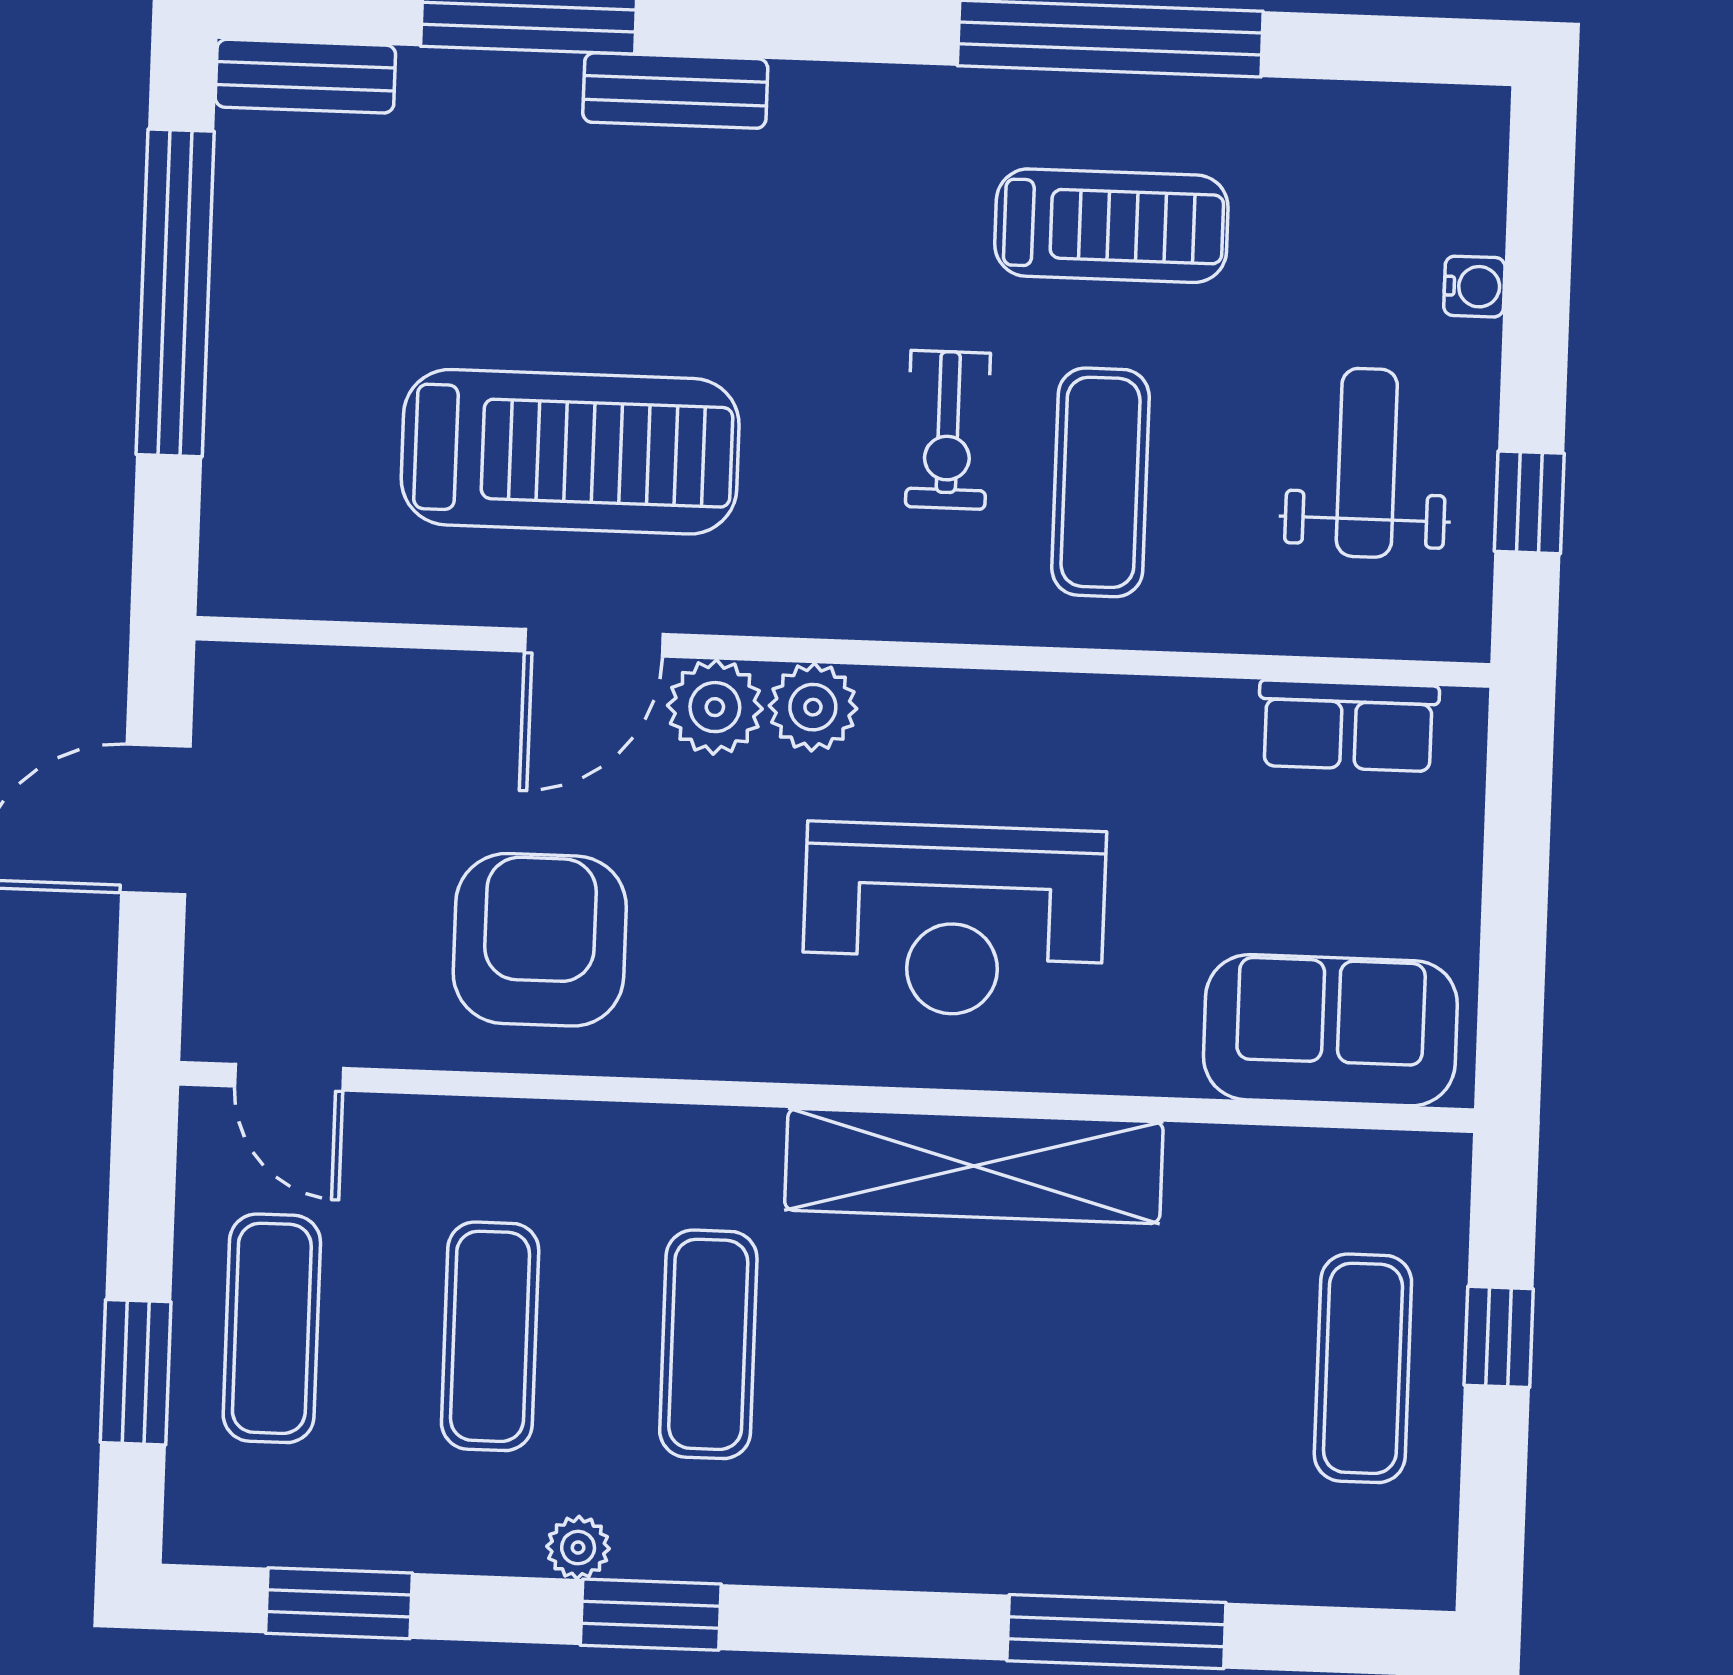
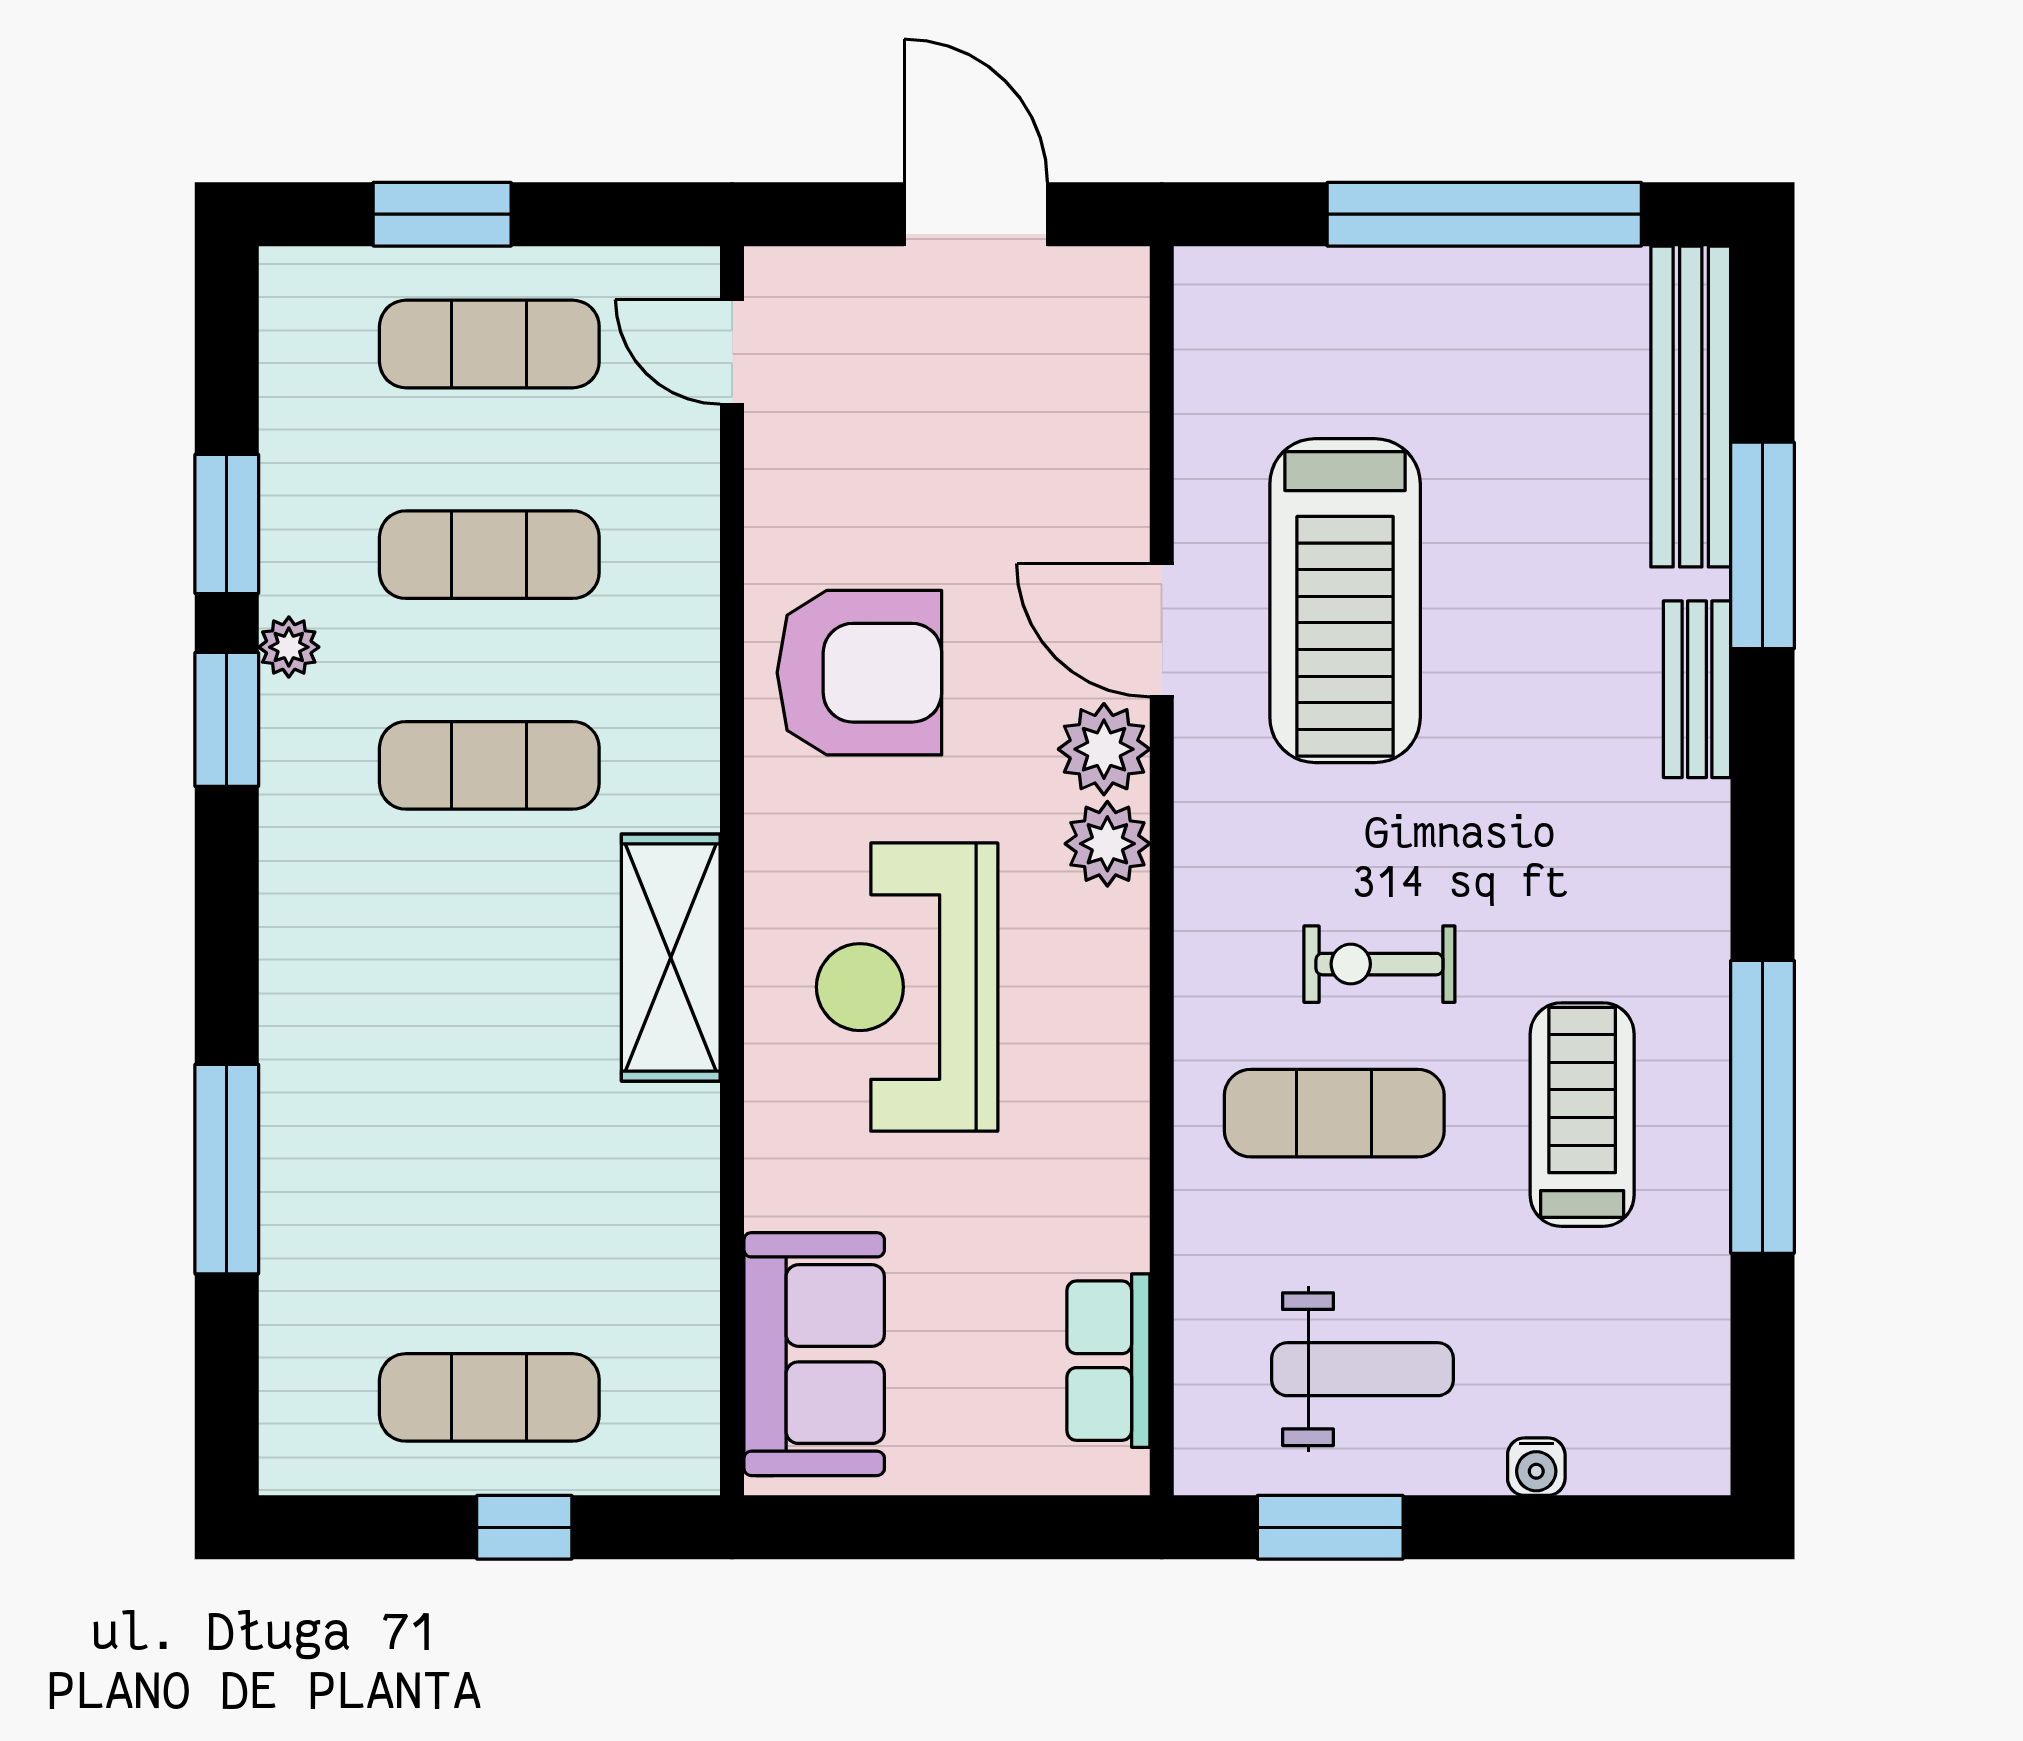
bench: (305, 76) -> (1691, 406), width x1.86, depth x1.21
treadmill: (1111, 226) -> (1582, 1115), turned 180
window: (1529, 502) -> (1330, 1527), width x1.50
armchair: (540, 940) -> (859, 673), moved
door: (289, 1077) -> (732, 352), hinge flipped
shelving: (974, 1166) -> (671, 958), width x0.68
window: (339, 1603) -> (227, 524), moved

